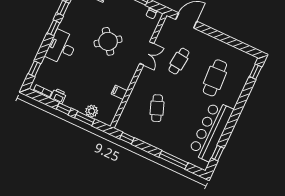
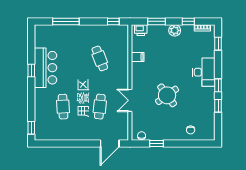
cafe table: (215, 78) -> (63, 107), width x0.73, depth x0.74
printer: (58, 96) -> (141, 30), moved
window: (64, 109) -> (188, 21), moved
plant: (92, 111) -> (175, 30), moved
bar counter: (211, 131) -> (46, 68), width x0.73
window: (218, 153) -> (31, 70), moved

